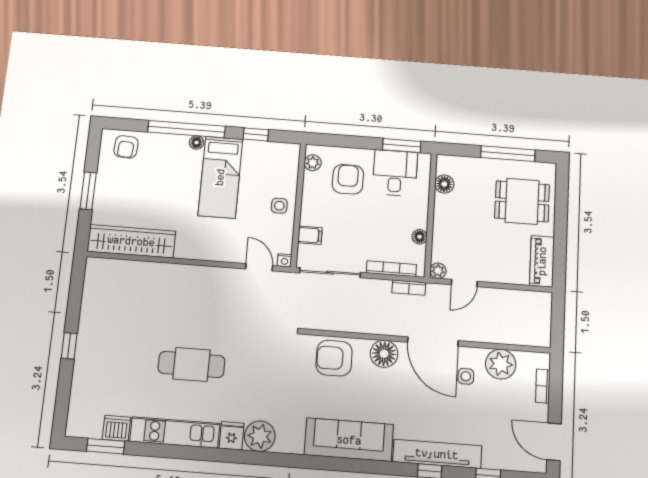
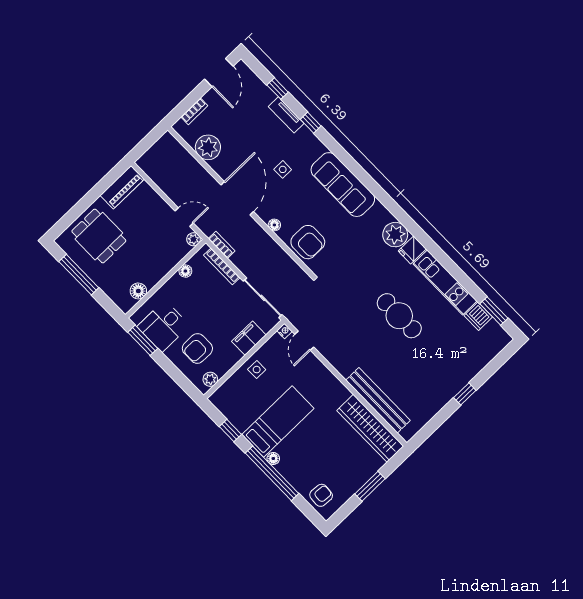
filing cabinet: (310, 235) -> (249, 338), width x2.00
bench: (146, 272) -> (378, 400), added
floor lamp: (384, 354) -> (274, 225), width x0.53, depth x0.53
side table: (466, 376) -> (283, 169), moved
tv unit: (437, 454) -> (286, 115), width x0.52, depth x0.78

